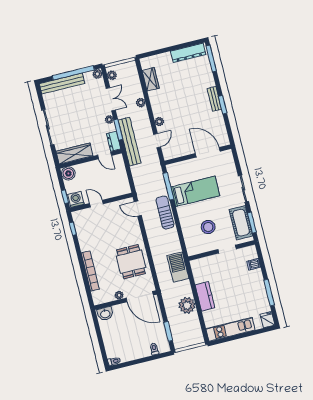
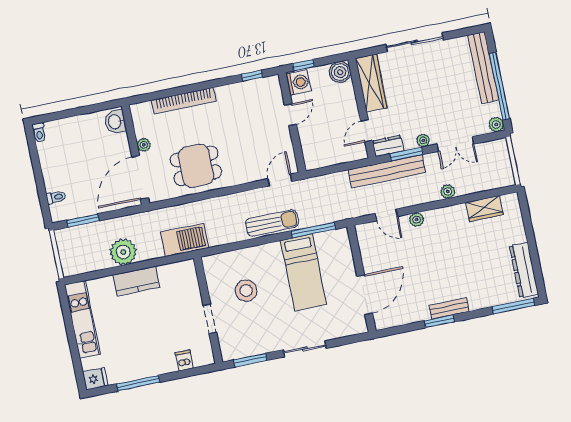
plant: (112, 75) -> (493, 147), removed
cot: (241, 223) -> (251, 343), removed

